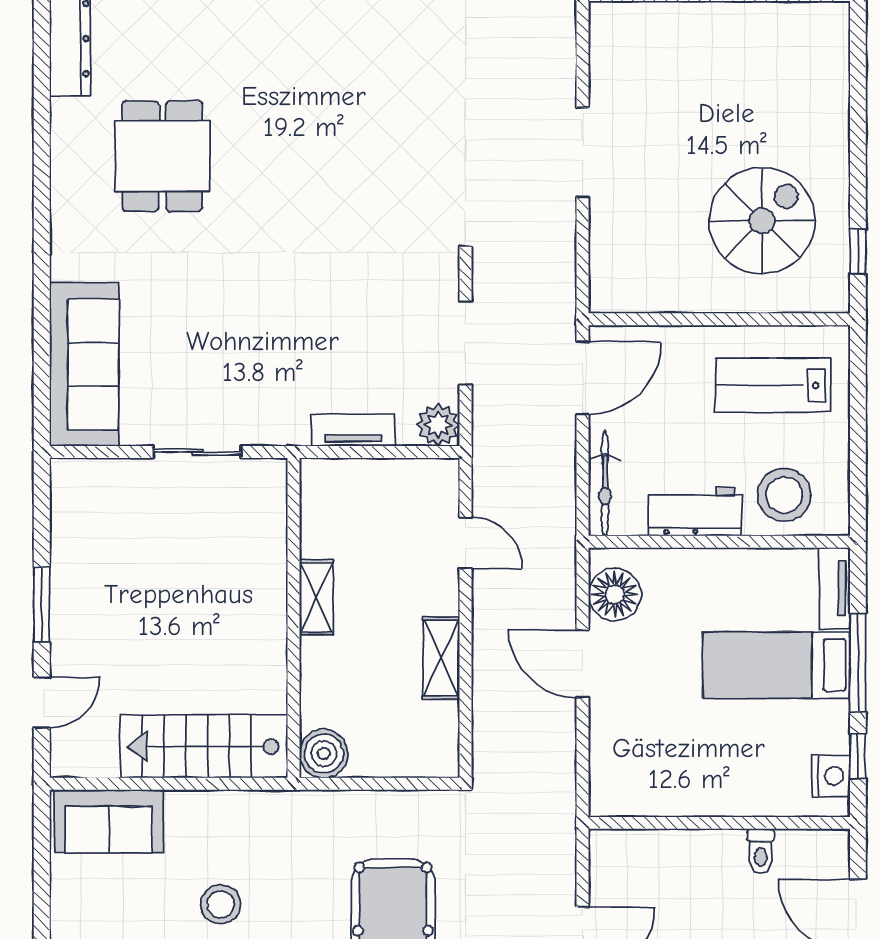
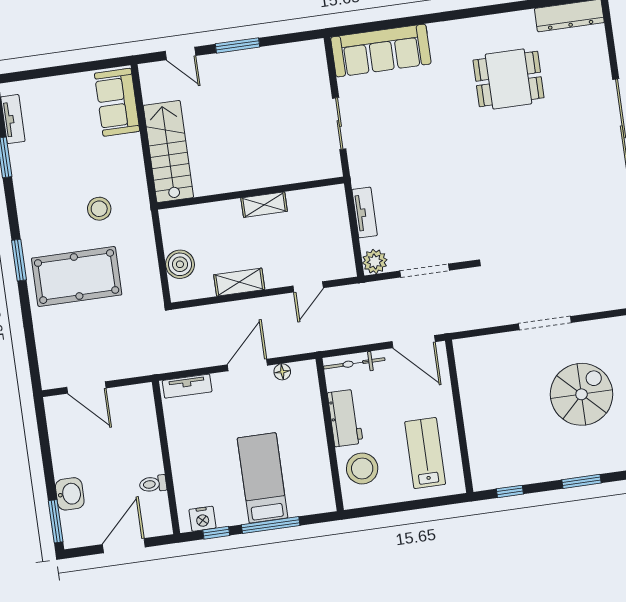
window: (858, 128) -> (582, 481), added
spiral stairs: (762, 221) -> (582, 394), moved, turned -90
tv unit: (835, 588) -> (187, 386), moved, turned 180
floor lamp: (615, 594) -> (282, 372), width x0.53, depth x0.53
boiler: (324, 754) -> (180, 264), moved
stool: (221, 904) -> (99, 209), moved

